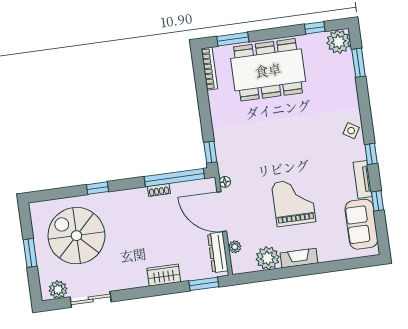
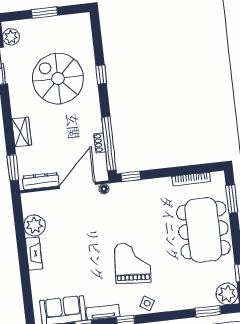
bookcase: (209, 69) -> (191, 179), moved
shoe rack: (159, 190) -> (100, 143), moved
grand piano: (294, 202) -> (133, 263), moved, turned -86
spiral stairs: (76, 236) -> (58, 79), moved, turned -90
plant: (235, 247) -> (45, 196), removed

